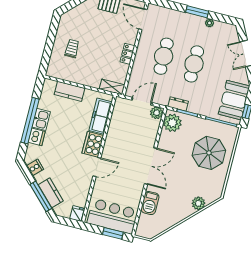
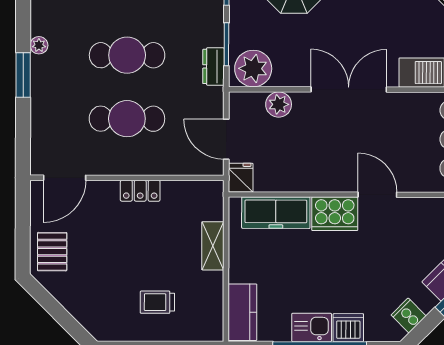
shelving: (112, 87) -> (213, 246), moved
kitchen counter: (70, 91) -> (242, 312), moved
fridge: (122, 104) -> (241, 178), added
plant: (157, 113) -> (279, 104), moved

